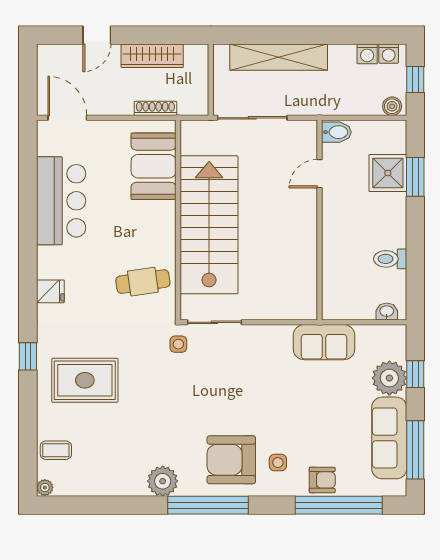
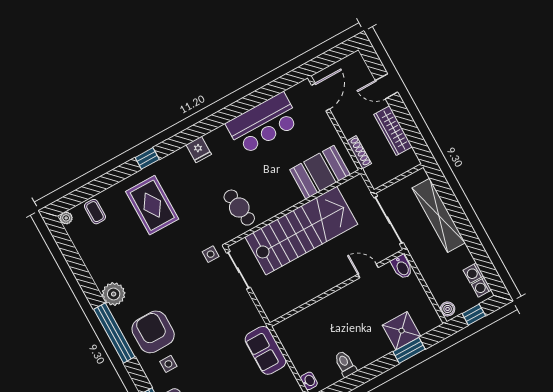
bidet: (336, 132) -> (402, 267), moved
door: (320, 174) -> (368, 271), moved
wall: (320, 220) -> (337, 288), moved

